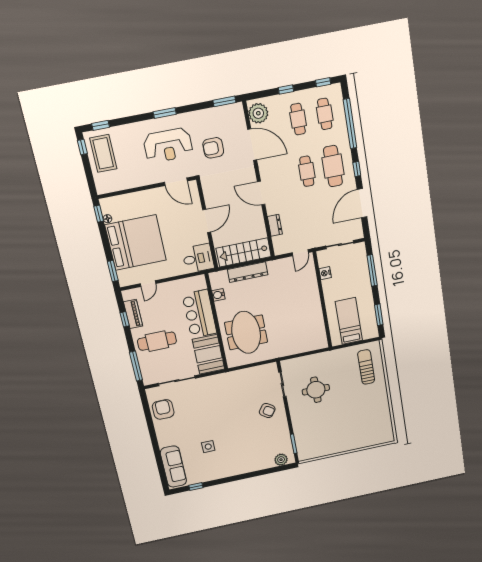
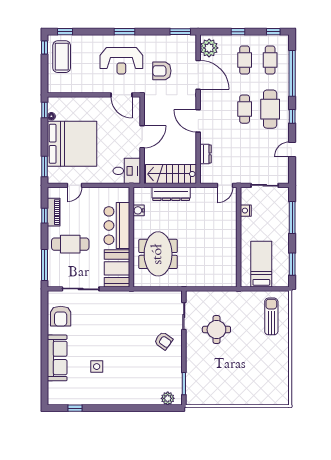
door: (362, 203) -> (292, 150), width x0.53
armchair: (163, 409) -> (61, 316), turned 180
sofa: (173, 467) -> (57, 358), moved

